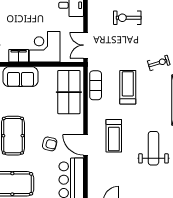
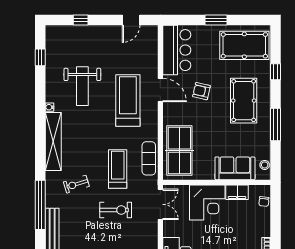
exercise bike: (127, 18) -> (116, 210), moved
treadmill: (128, 87) -> (118, 169), moved, turned 180
treadmill: (114, 136) -> (128, 100), width x1.37, depth x1.38

